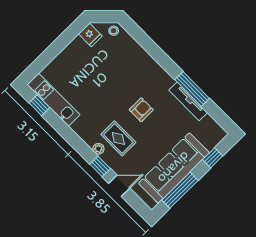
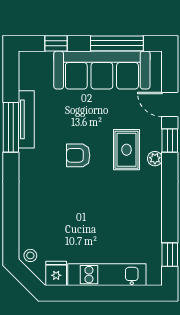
kitchen unit: (54, 100) -> (107, 275), moved, turned 90

